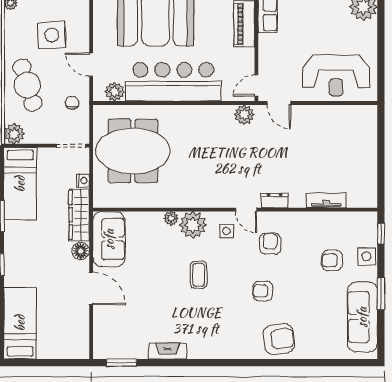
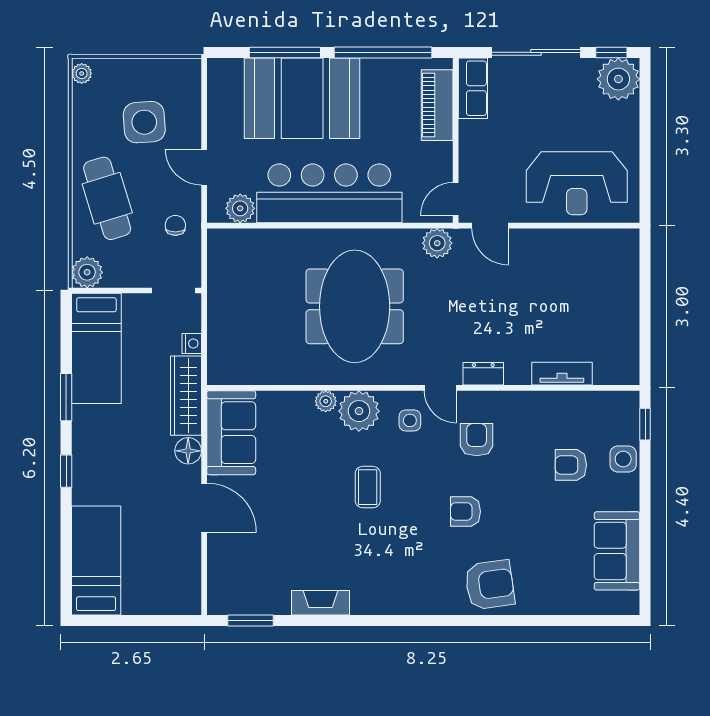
meeting table: (133, 151) -> (355, 306), moved, turned 90
window: (381, 294) -> (645, 516), removed
sofa: (362, 317) -> (617, 551), width x0.73

